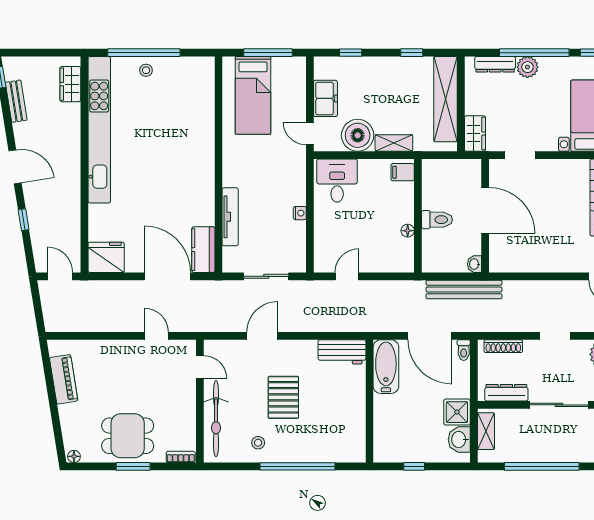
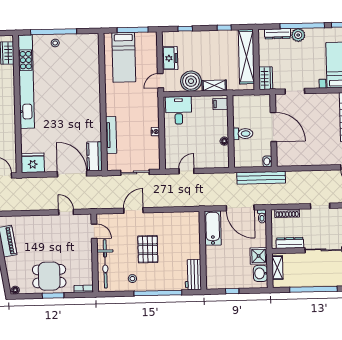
door: (310, 134) -> (161, 81), hinge flipped
workbench: (342, 352) -> (193, 275), moved, turned 90

